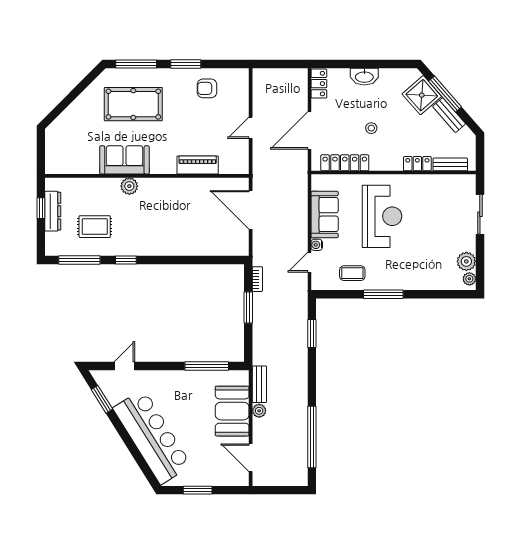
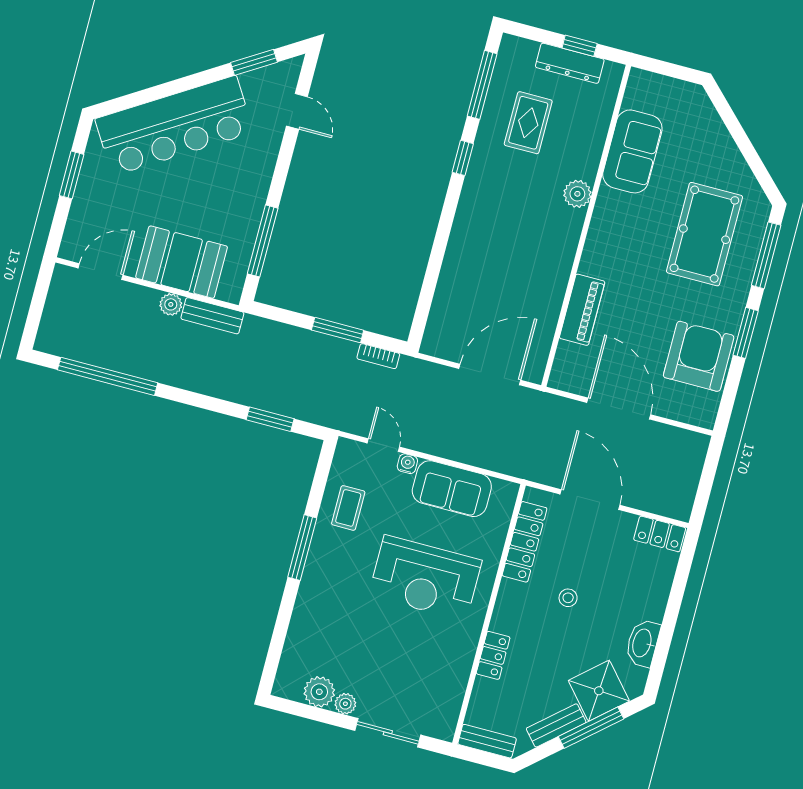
washbasin: (364, 77) -> (643, 643), moved
armchair: (207, 88) -> (699, 356), width x1.88, depth x1.88
door: (251, 128) -> (619, 409), width x1.87
sofa: (124, 160) -> (632, 151), moved
bench: (450, 164) -> (487, 741), moved, turned 90
plant: (469, 279) -> (345, 704), moved

